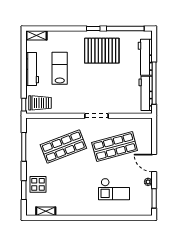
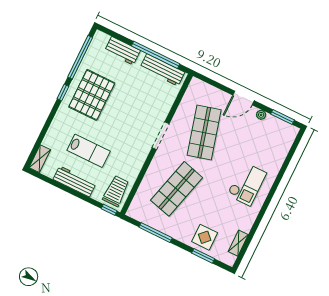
workbench: (145, 57) -> (122, 51), width x0.73
lab bench: (60, 68) -> (89, 151), turned 180
shop shelf: (63, 147) -> (177, 189), turned 36
checkout: (114, 189) -> (247, 184), moved

